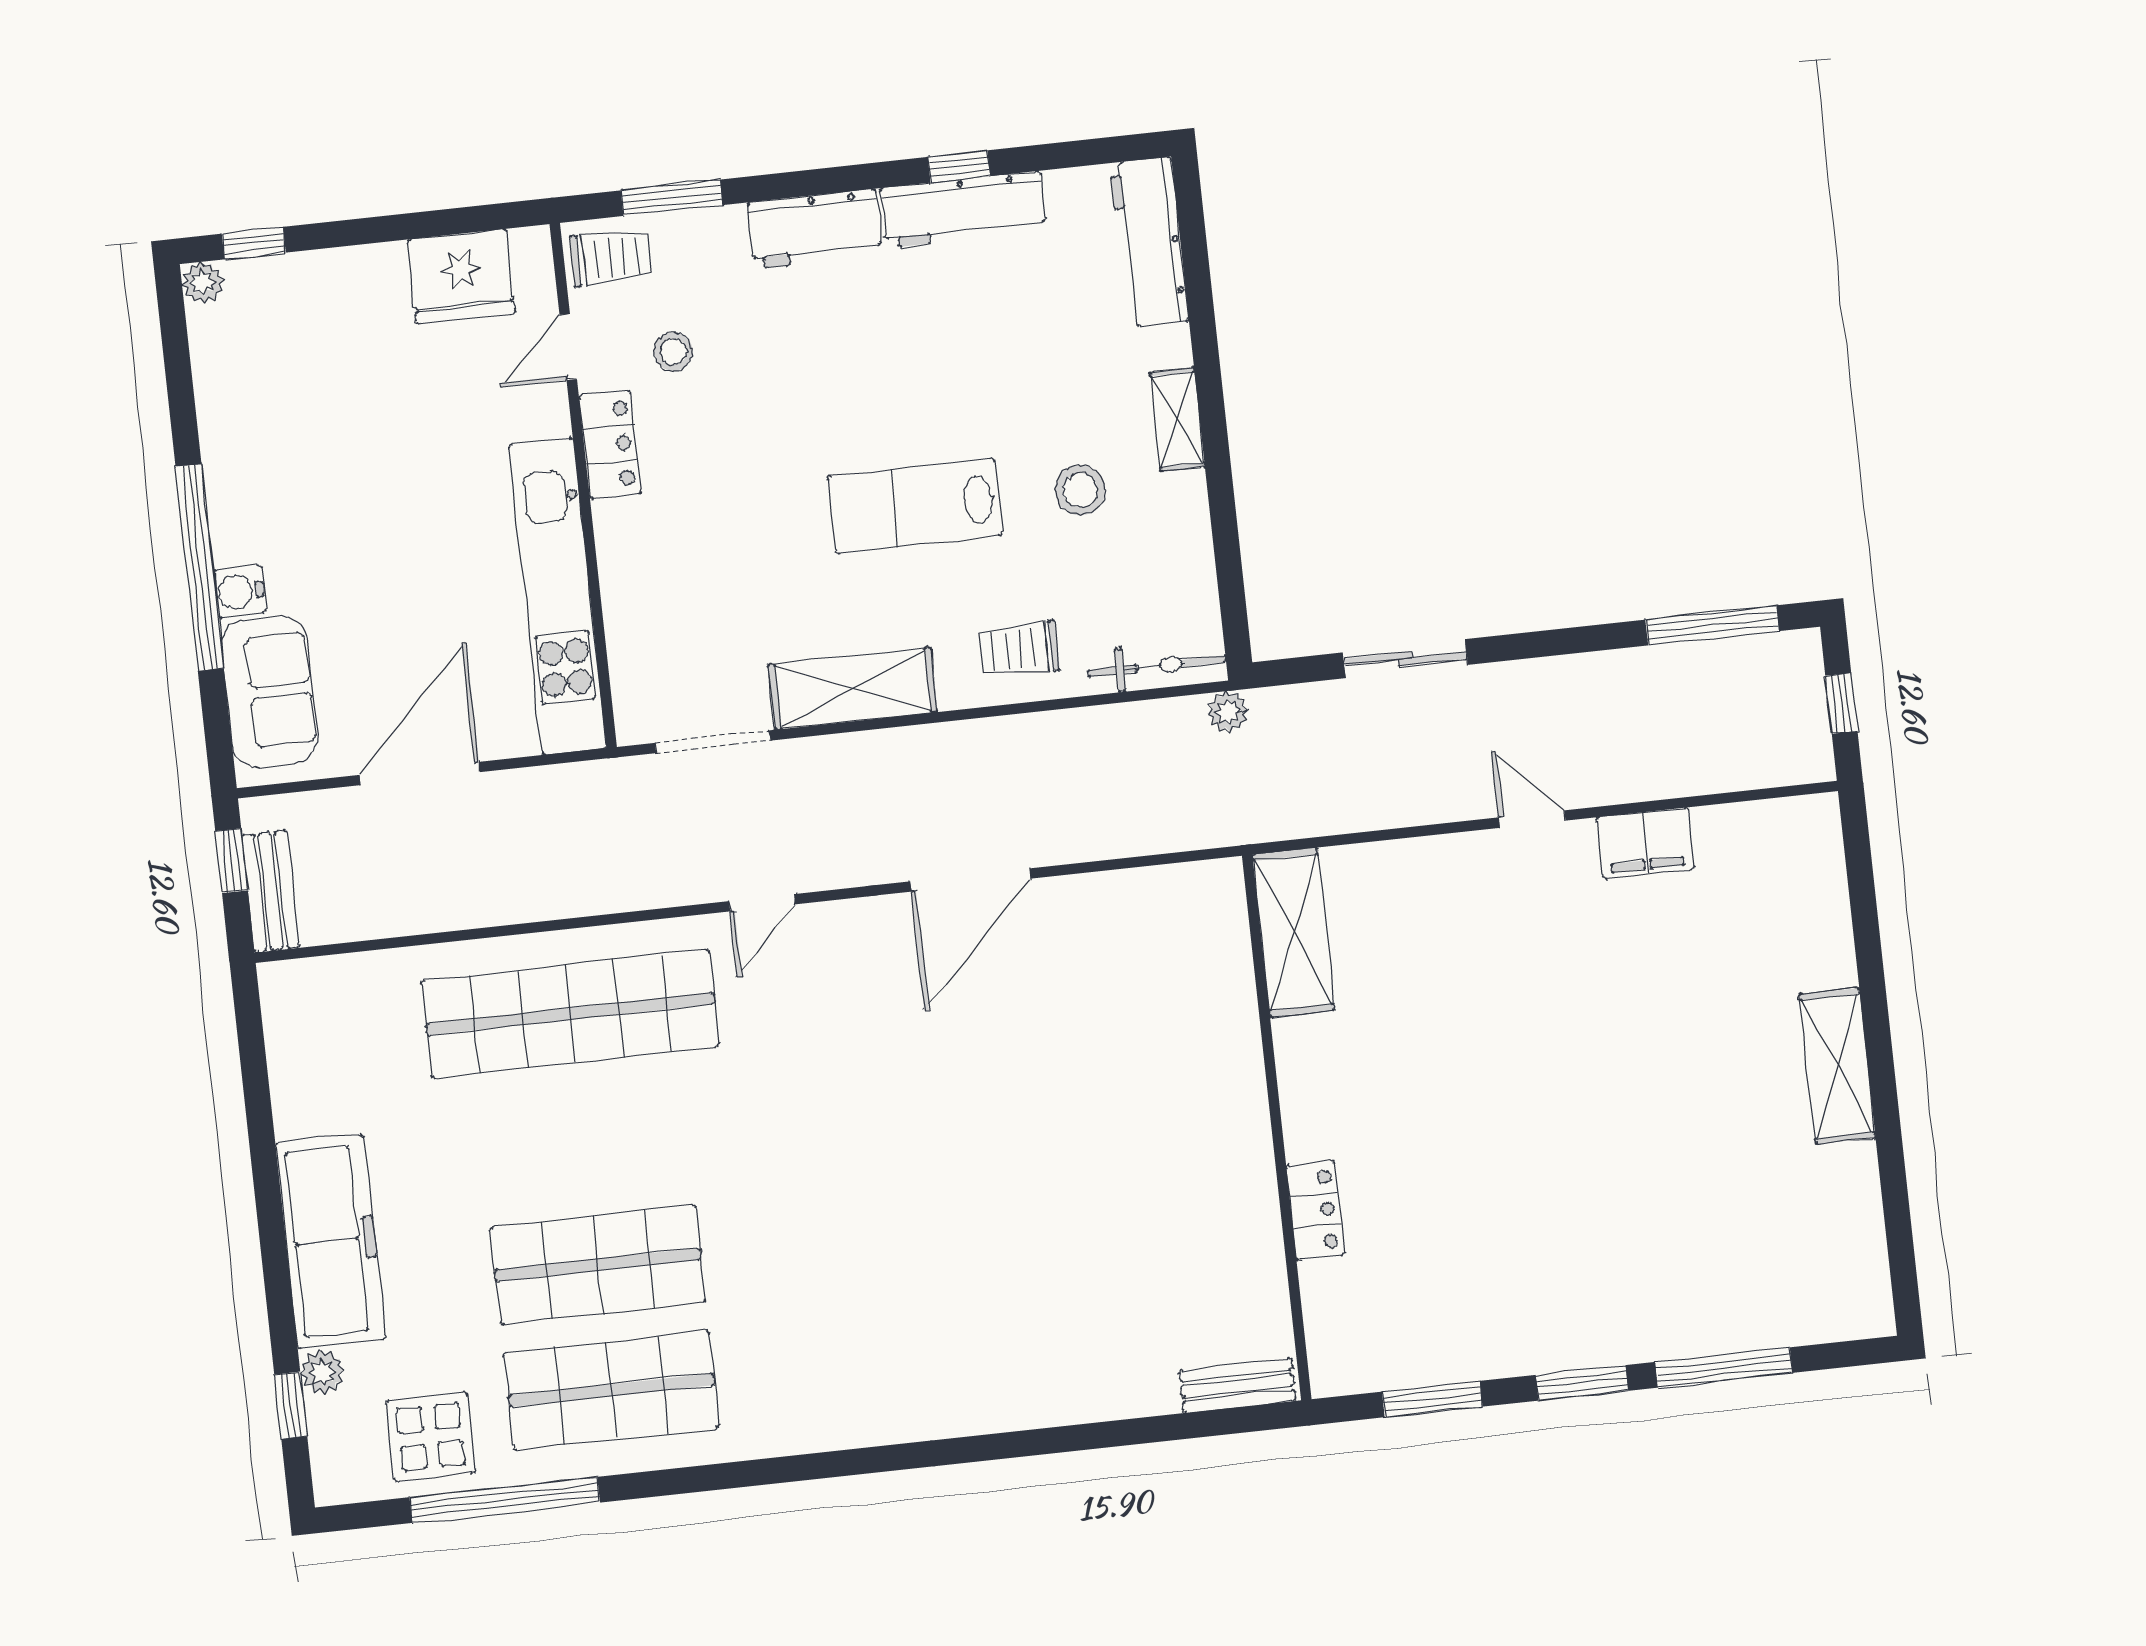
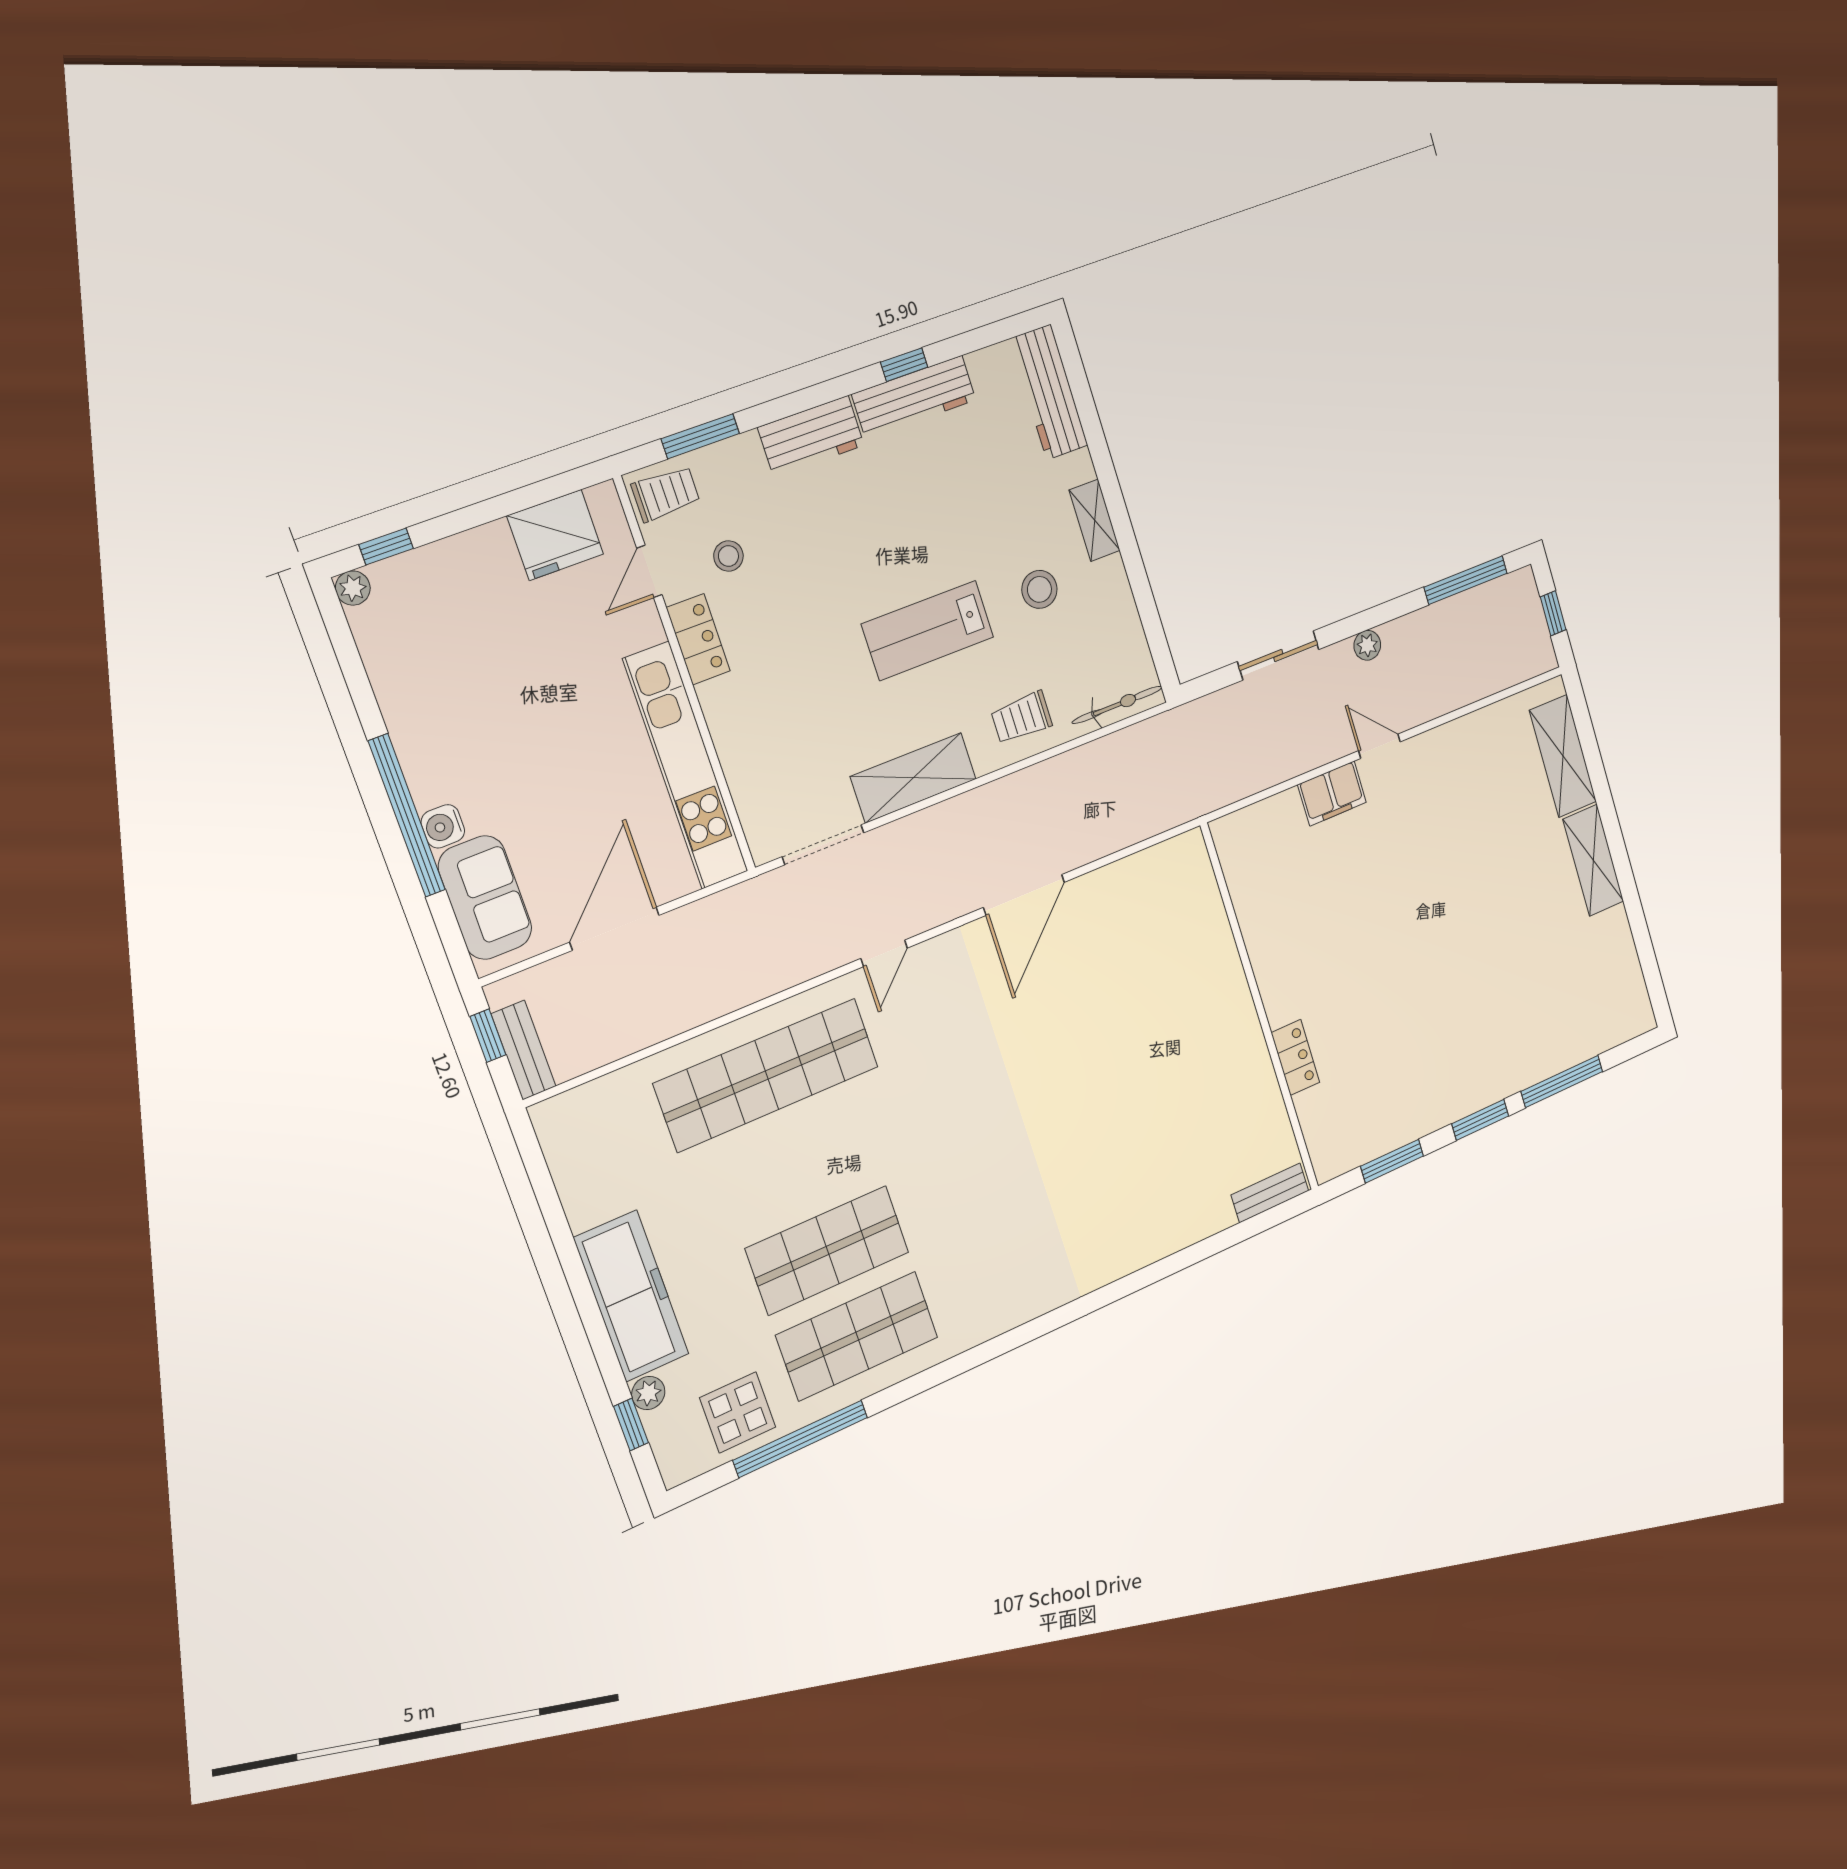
plant: (1228, 712) -> (1367, 645), moved
filing cabinet: (1645, 843) -> (1332, 794), moved
shelving: (1294, 932) -> (1563, 756), moved

